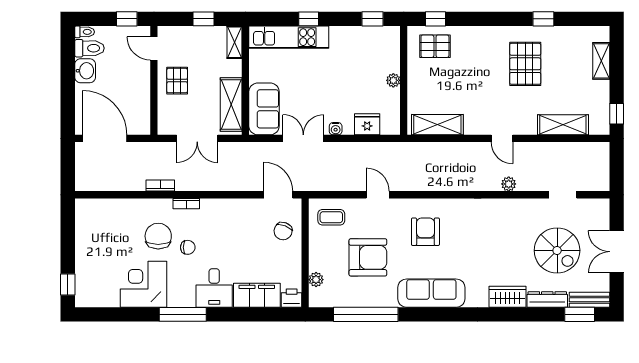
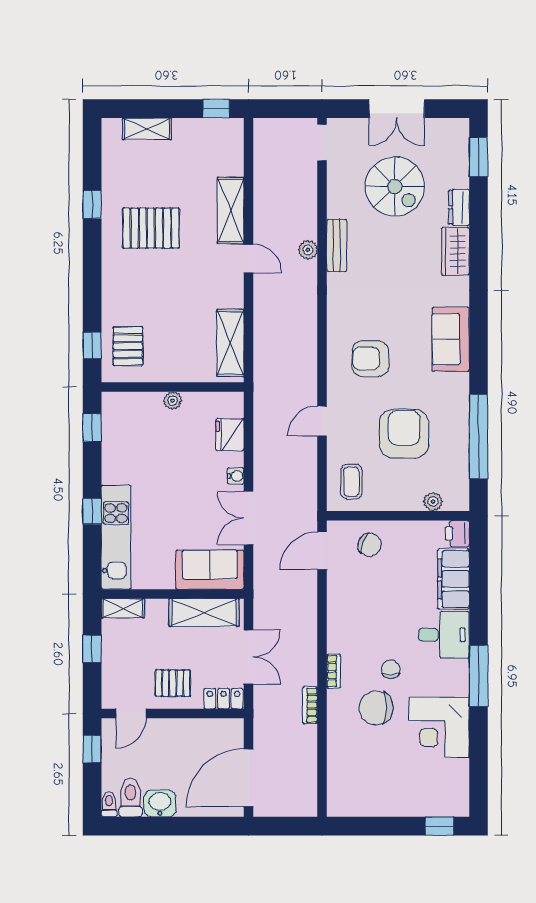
locker: (165, 119) -> (223, 699), added
shelving: (563, 125) -> (231, 210), moved
door: (502, 138) -> (248, 258), hinge flipped
doorway: (563, 195) -> (322, 143), moved
spiral stairs: (557, 250) -> (395, 187), turned 90
sofa: (431, 293) -> (451, 339), width x0.73
dresser: (547, 299) -> (459, 207), width x0.70
bench: (590, 300) -> (337, 245), moved

